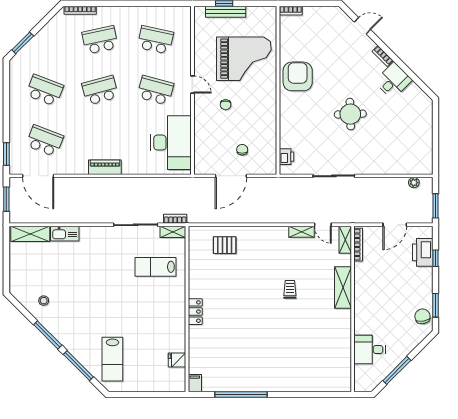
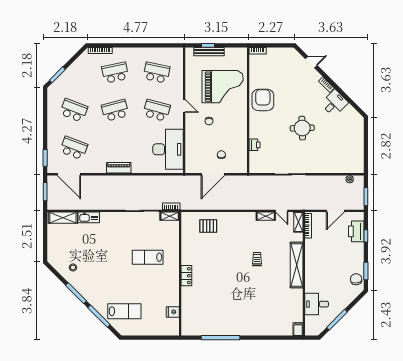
printer: (286, 157) -> (255, 145), moved
lab bench: (155, 267) -> (148, 257), moved
shelving: (343, 288) -> (297, 265), width x1.47
lab bench: (112, 359) -> (124, 311), turned -90
filing cabinet: (195, 383) -> (298, 329), moved

